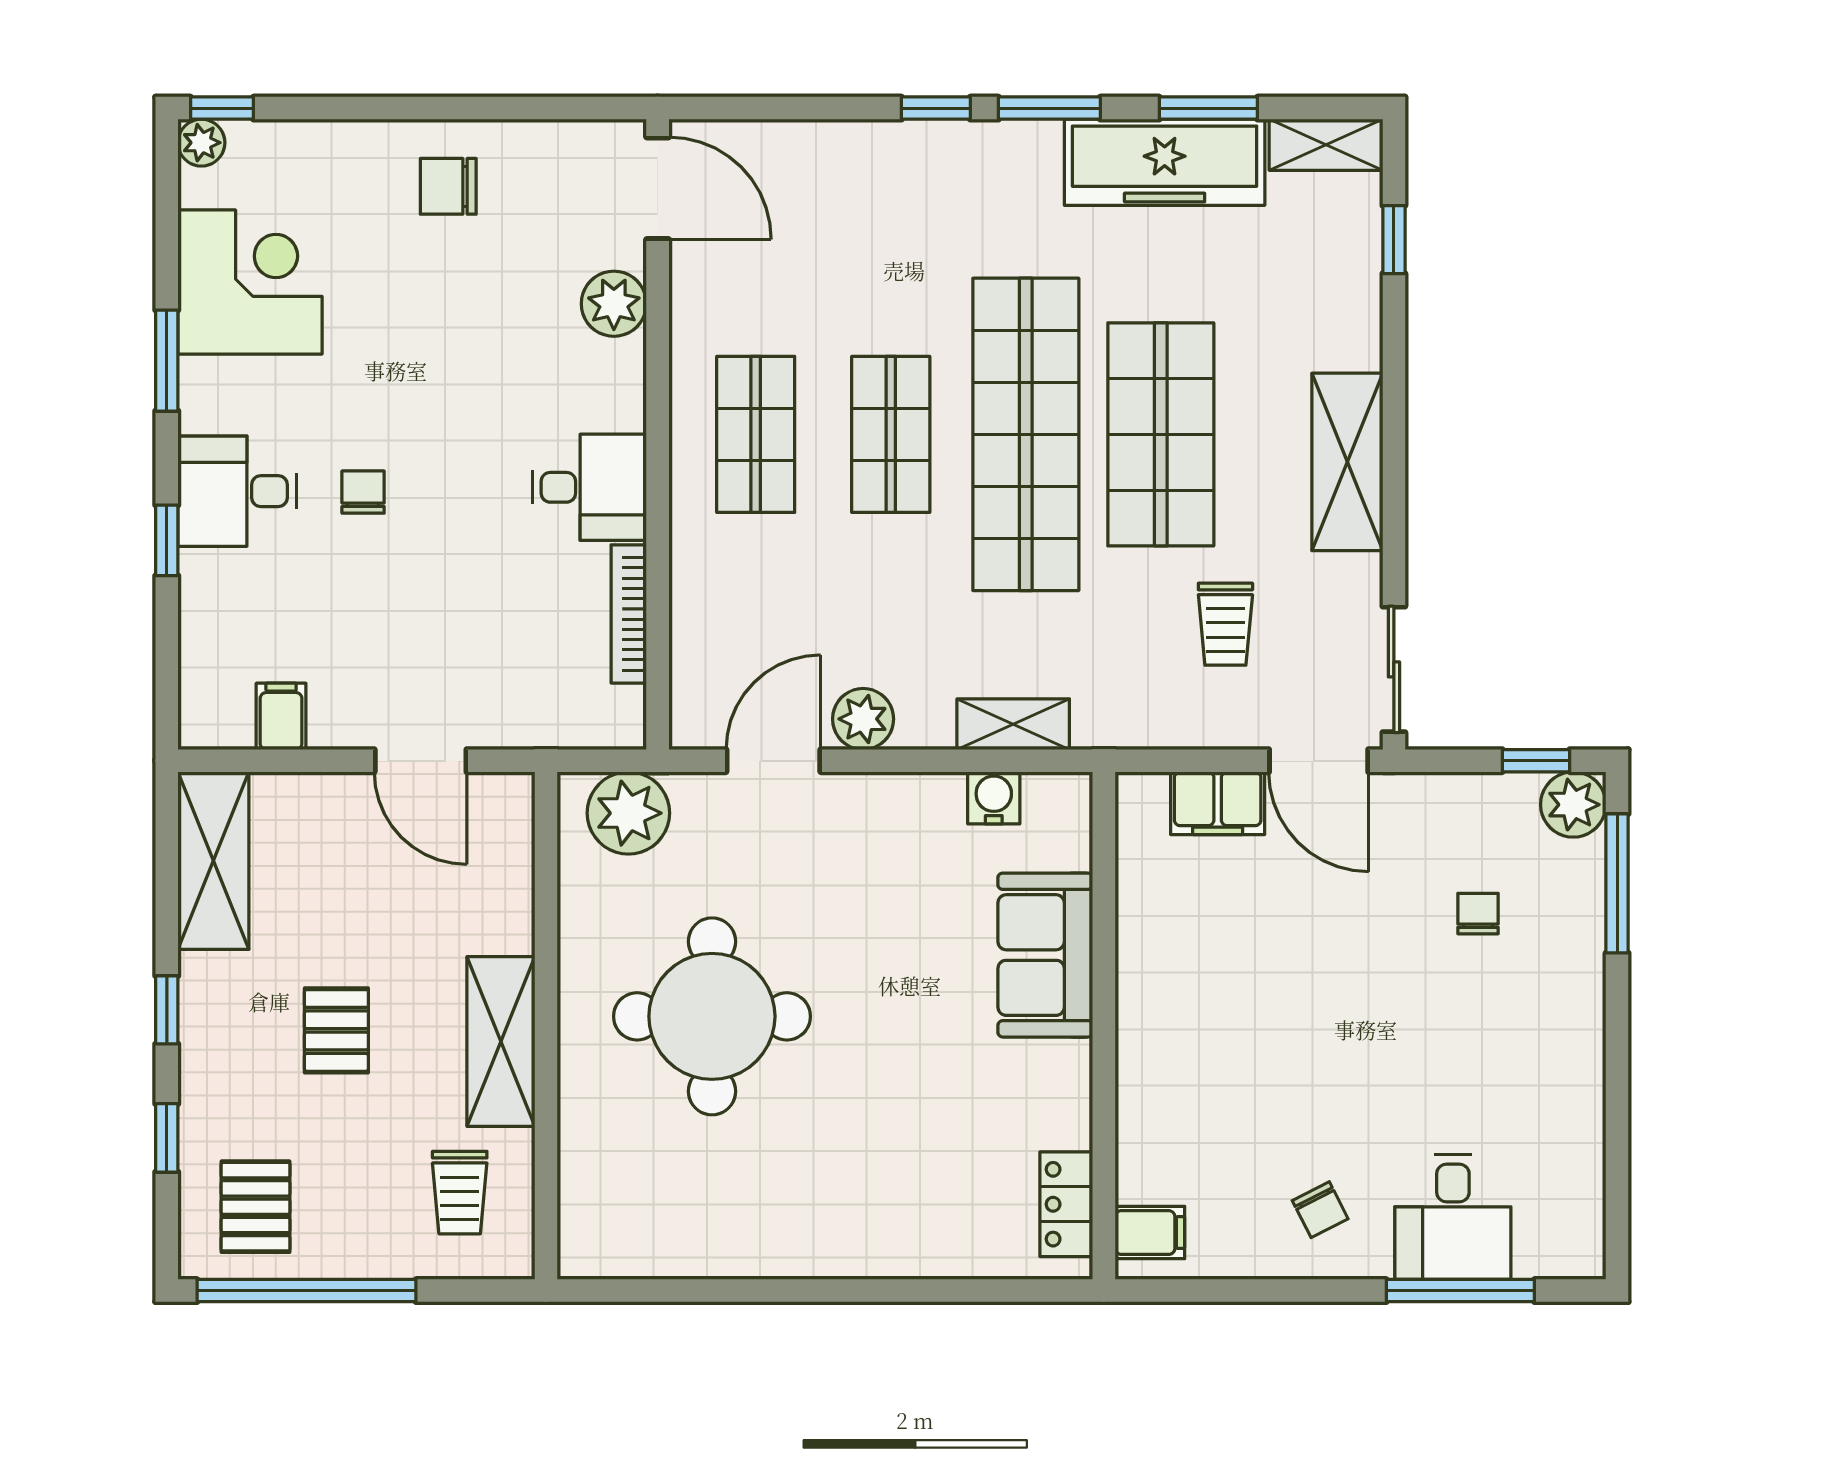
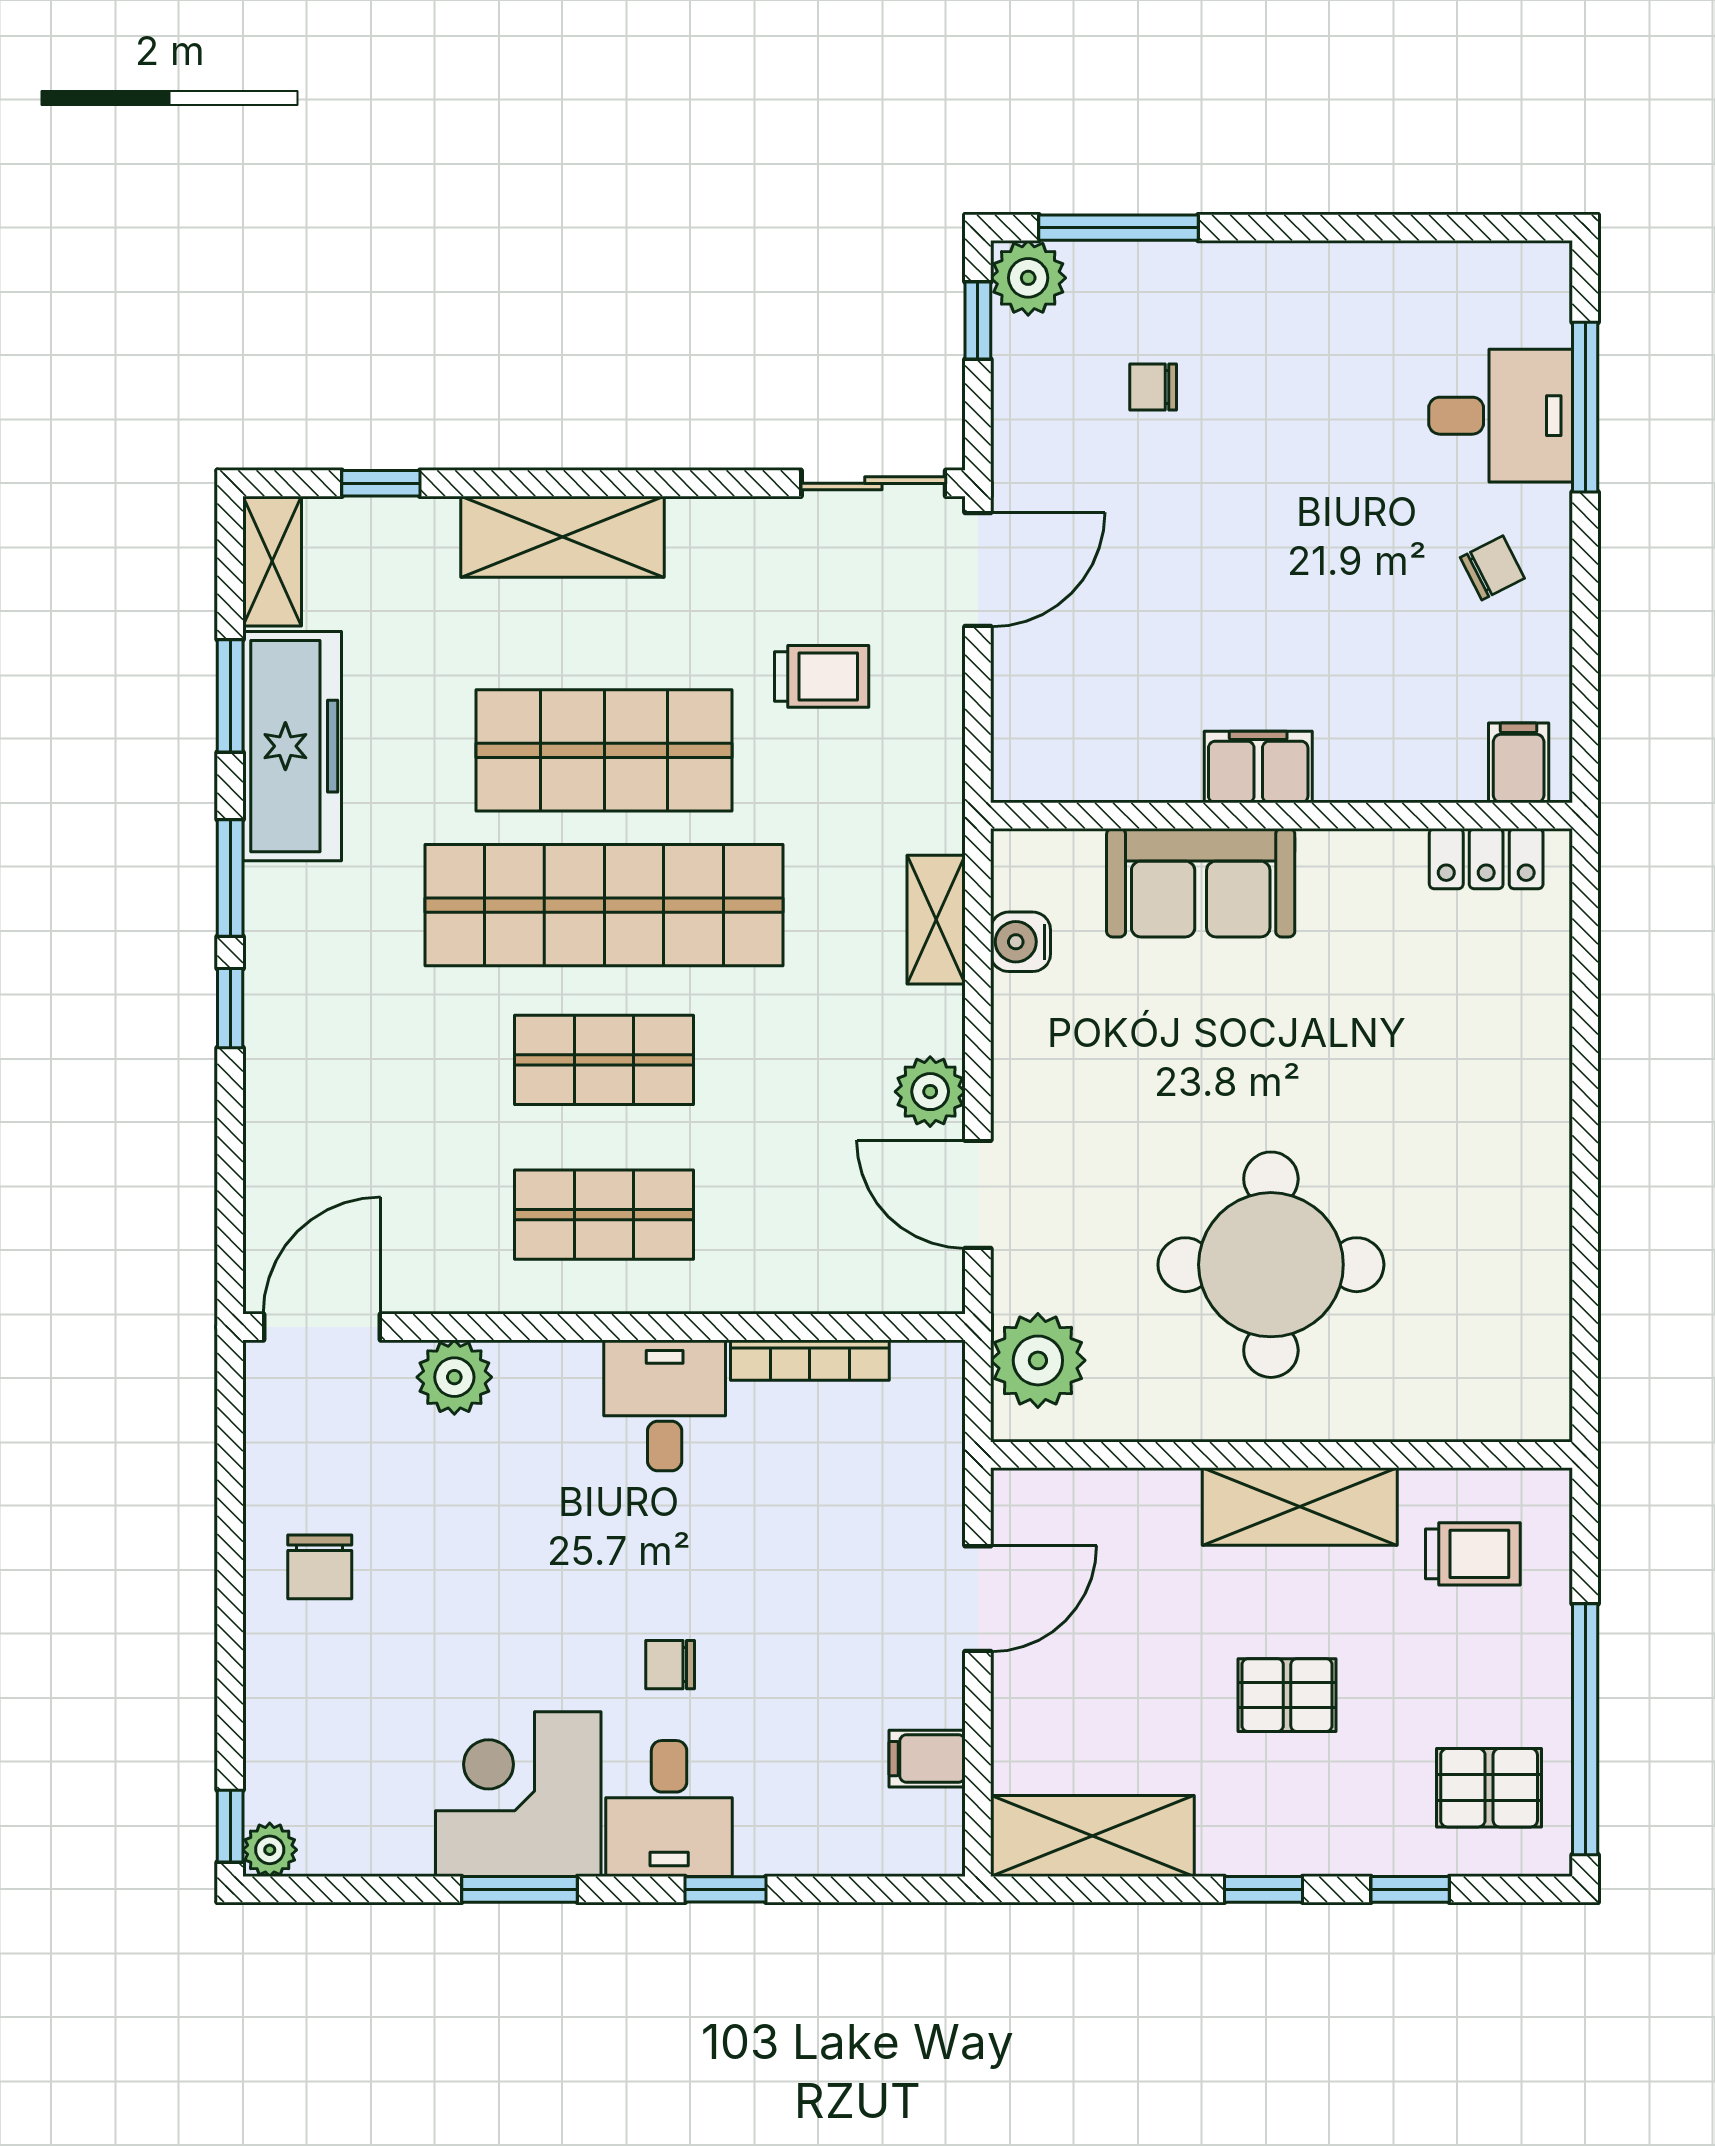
corner desk: (250, 282) -> (518, 1794), moved
shelving: (1347, 462) -> (562, 537), moved
filing cabinet: (1218, 803) -> (1258, 767), moved, turned -90

